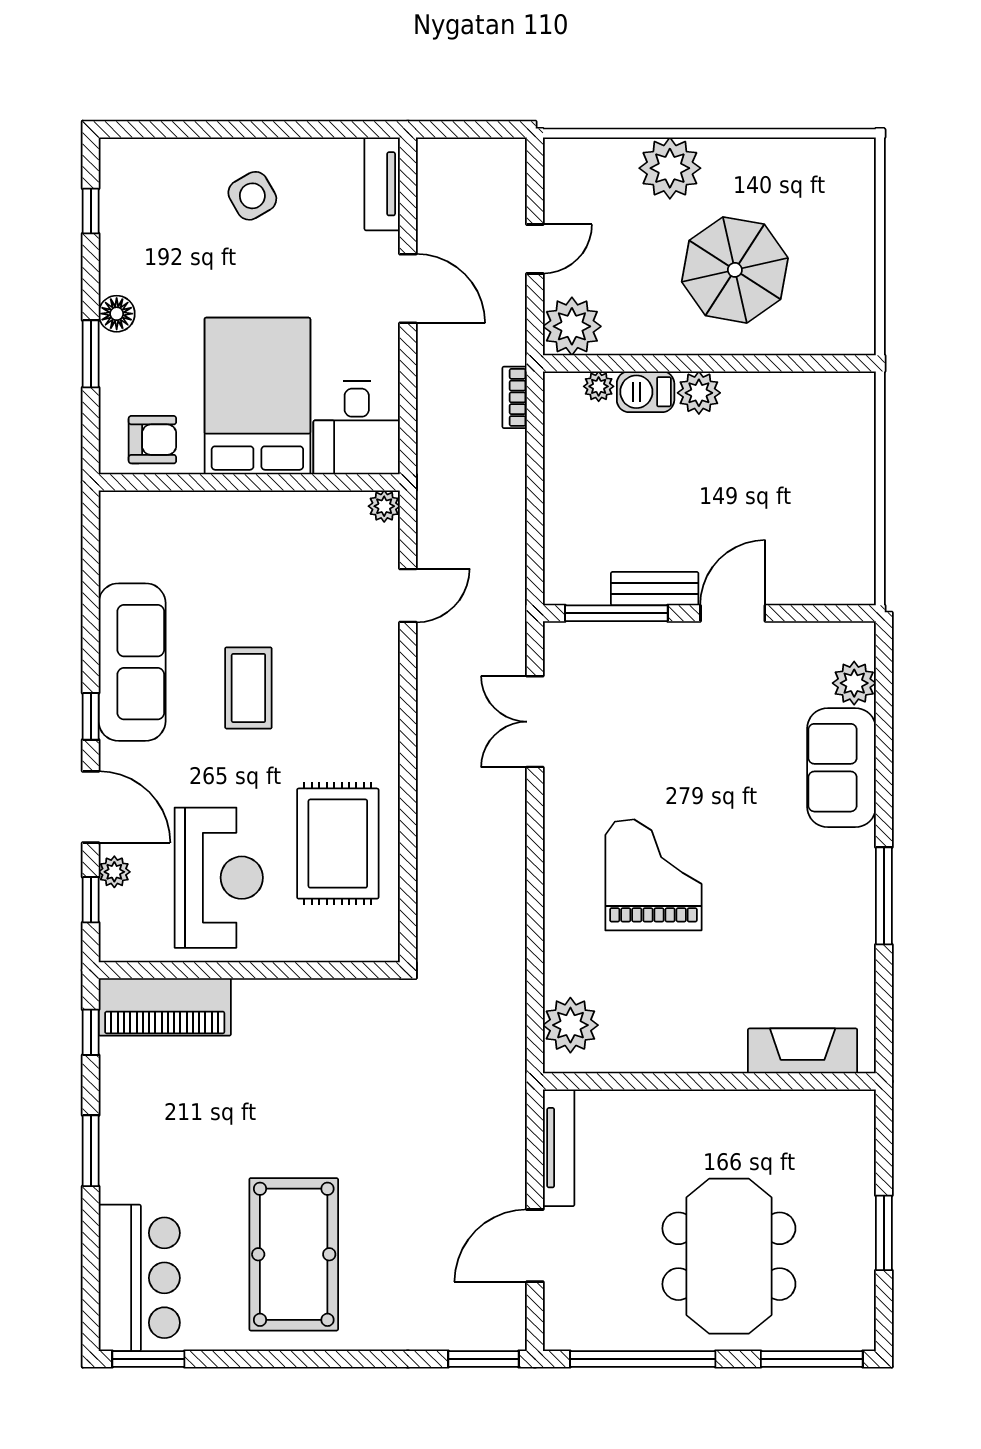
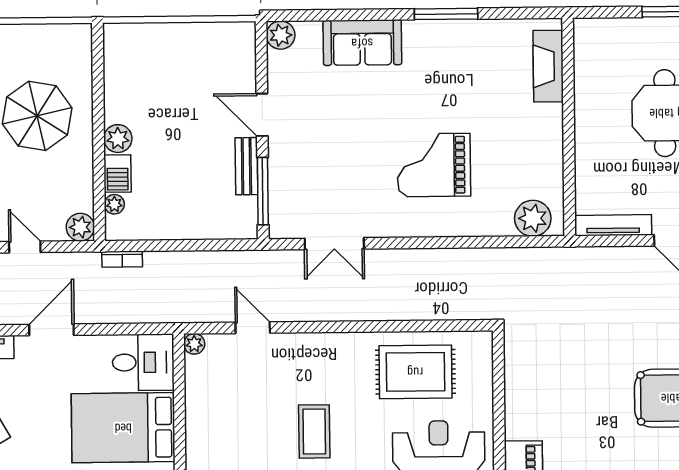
plant: (572, 326) -> (80, 227), width x0.73, depth x0.73
plant: (854, 683) -> (281, 35), moved
coffee table: (248, 688) -> (314, 431), turned 90

